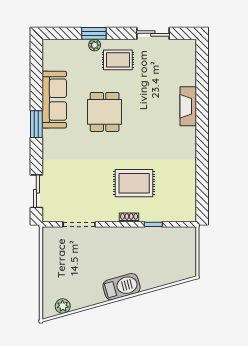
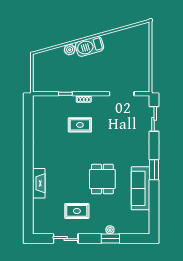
rug: (118, 60) -> (77, 211), moved
rug: (134, 183) -> (80, 125), width x0.73, depth x0.70
plant: (63, 306) -> (70, 50), moved

